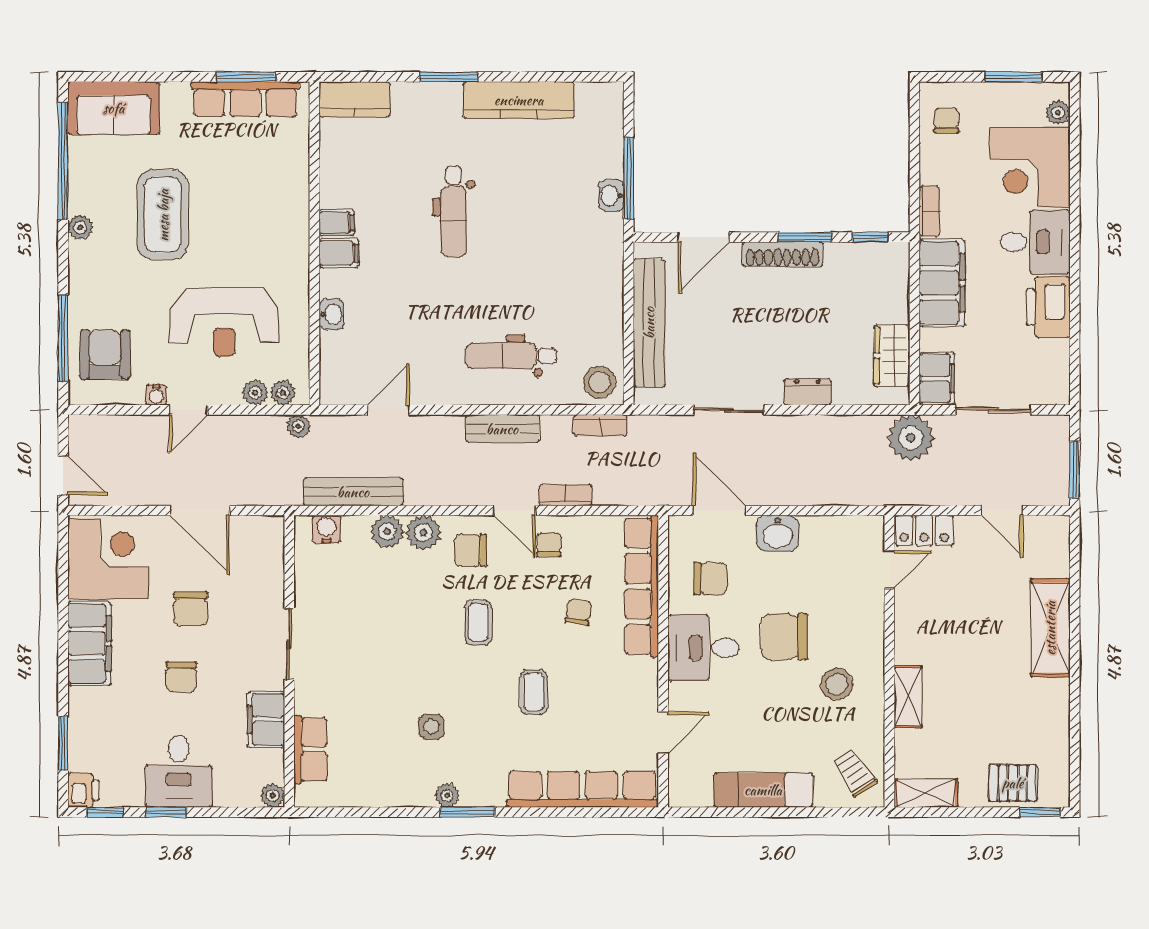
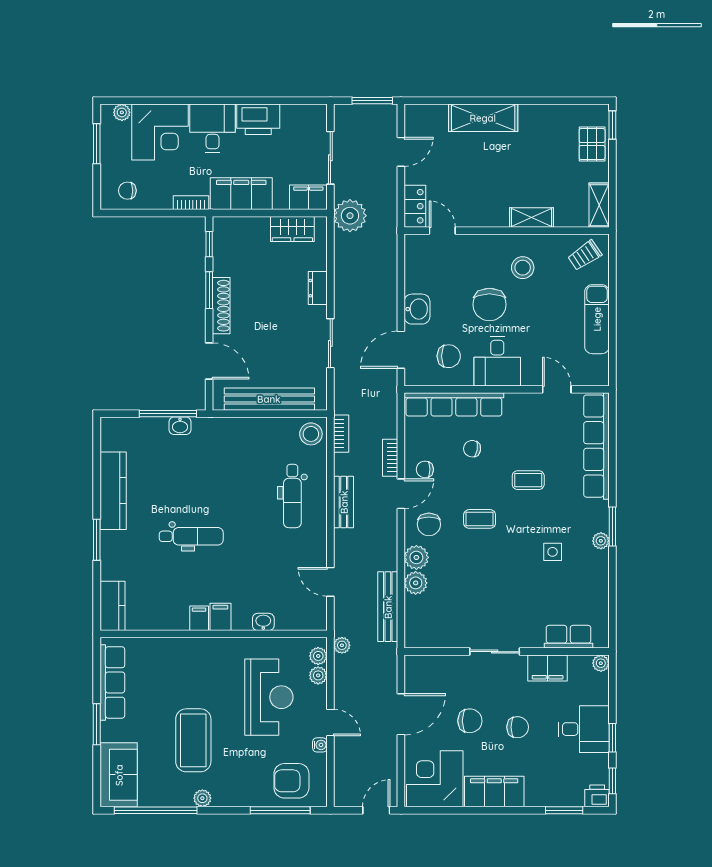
window: (246, 77) -> (97, 724), moved
coffee table: (163, 215) -> (193, 740), turned 90
water cooler: (327, 529) -> (414, 625), removed
chair: (710, 579) -> (449, 356), turned 90

